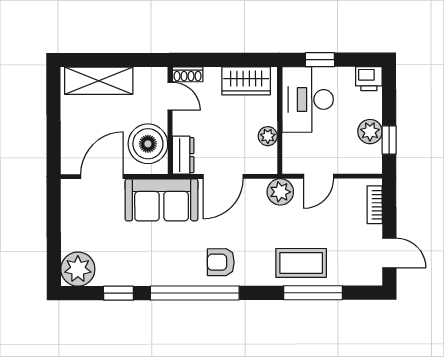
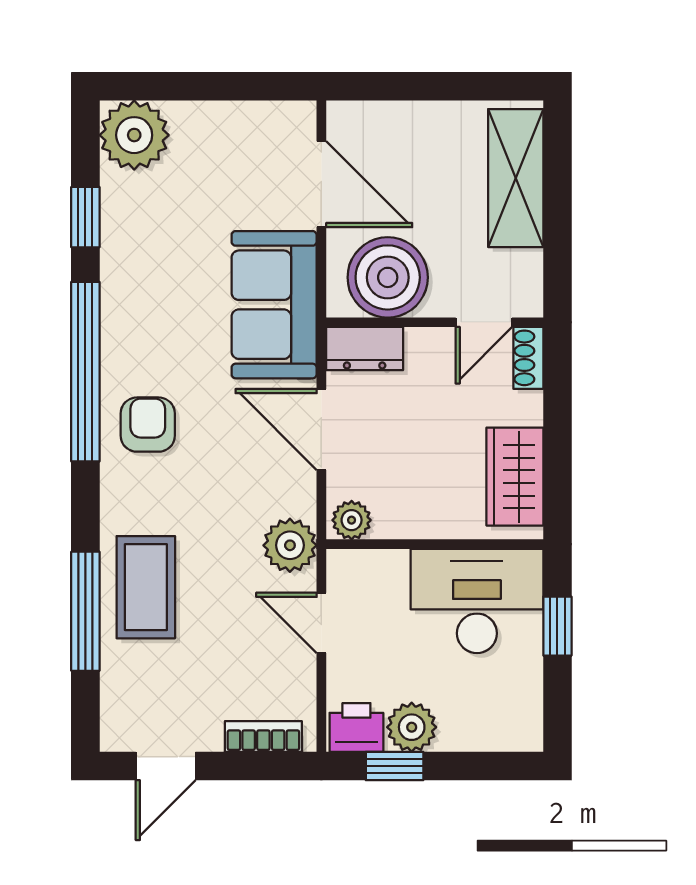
printer: (369, 79) -> (356, 727), moved, turned 90
plant: (268, 136) -> (352, 520), moved

